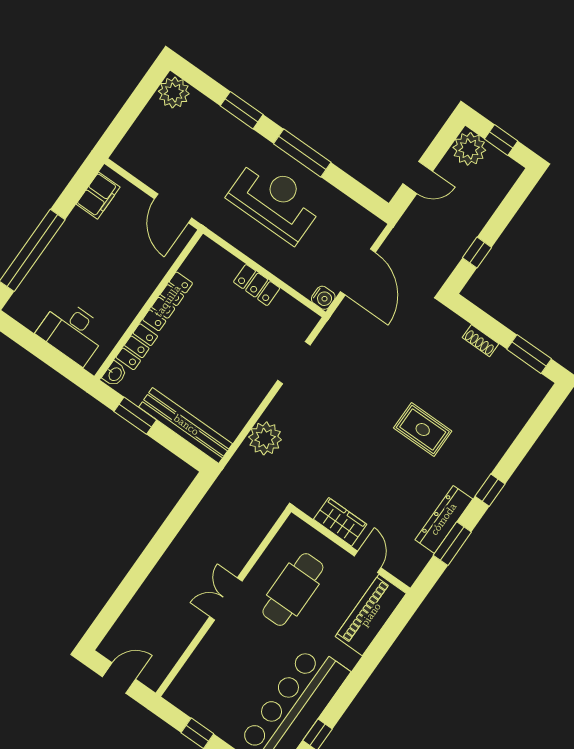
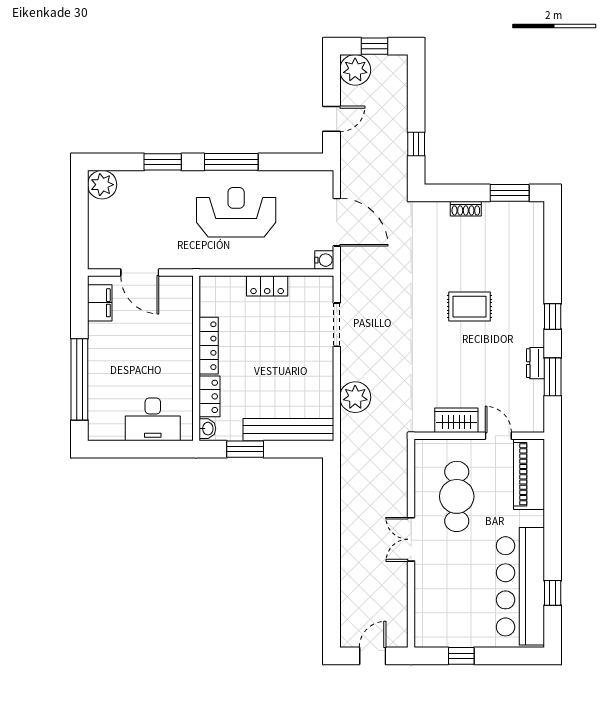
door: (173, 208) -> (140, 273), moved
dresser: (444, 519) -> (536, 363), width x0.51, depth x0.80

